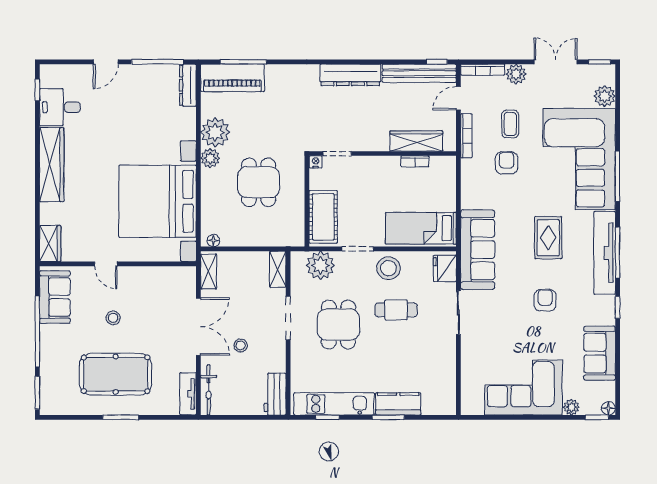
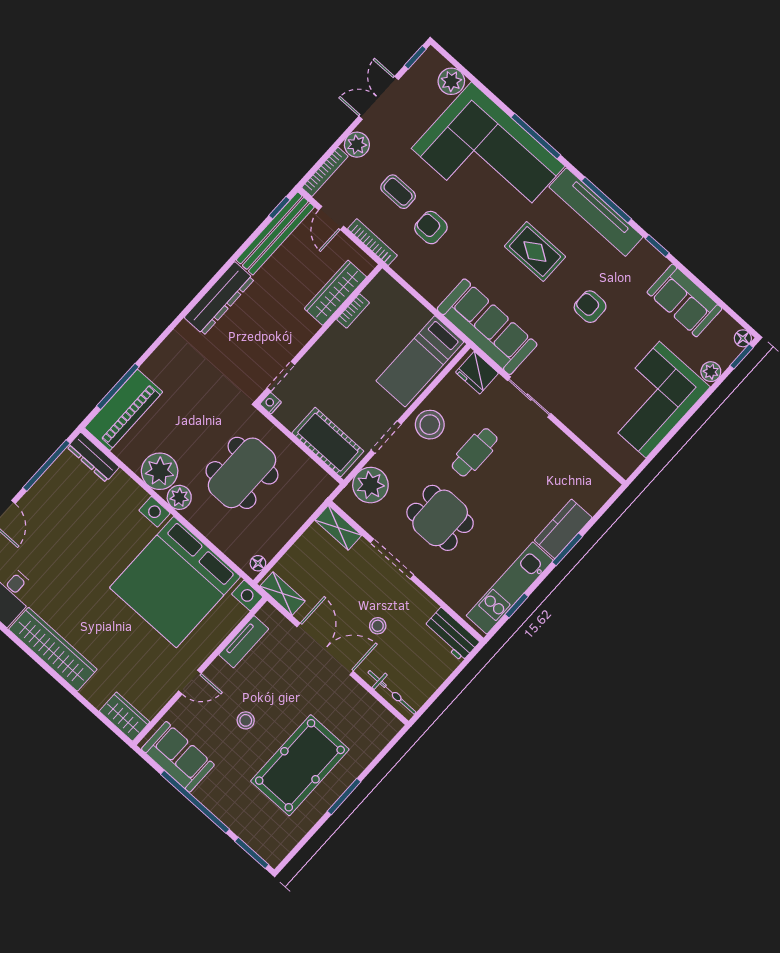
dining table: (259, 182) -> (242, 473), width x1.37
tv unit: (188, 394) -> (244, 642), moved, turned -90

